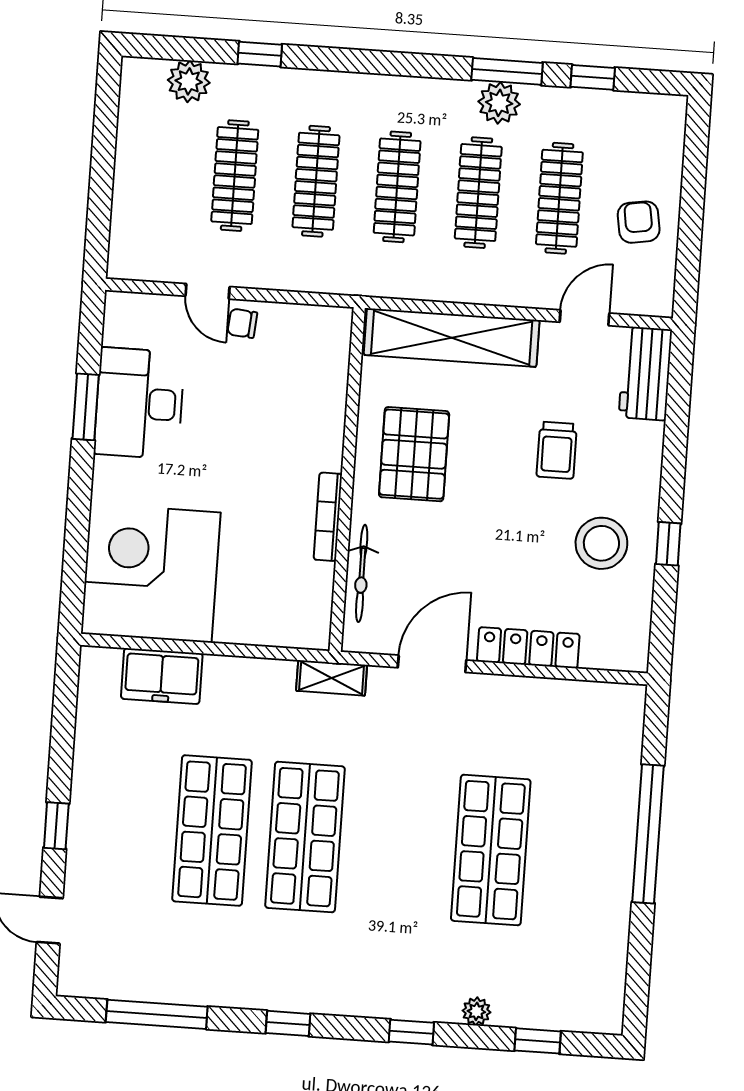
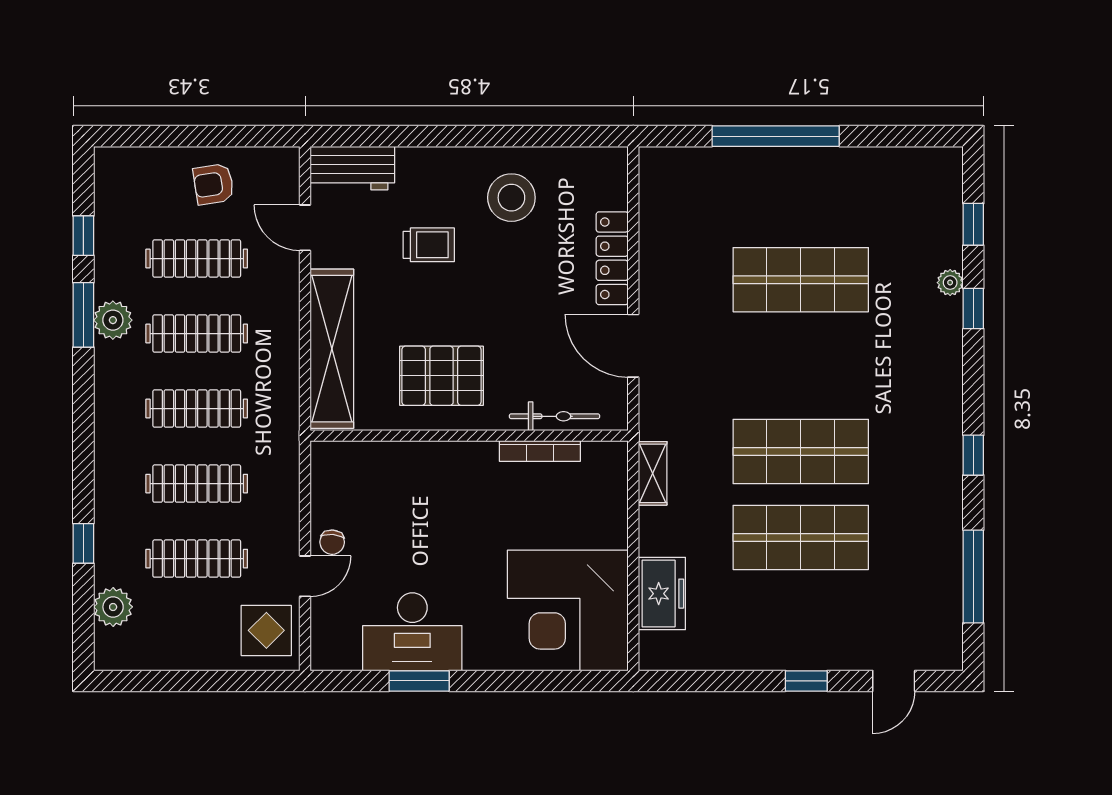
display table: (152, 245) -> (266, 630), added
bookcase: (328, 517) -> (540, 451), moved
window: (668, 544) -> (508, 136), removed
shelving: (332, 678) -> (653, 473), moved
window: (411, 1032) -> (973, 309), moved

